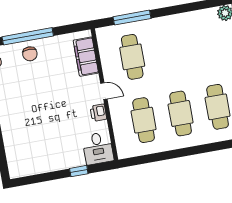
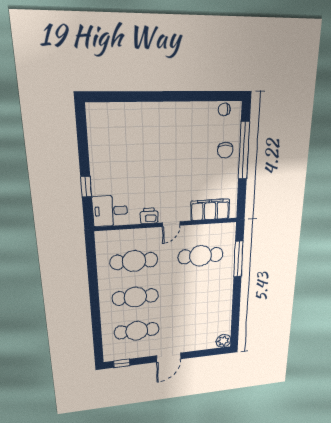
chair: (30, 54) -> (225, 150), turned -90

